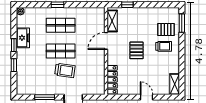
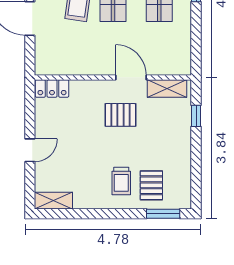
pallet: (136, 50) -> (120, 115), moved
locker: (112, 80) -> (52, 89), width x0.66

